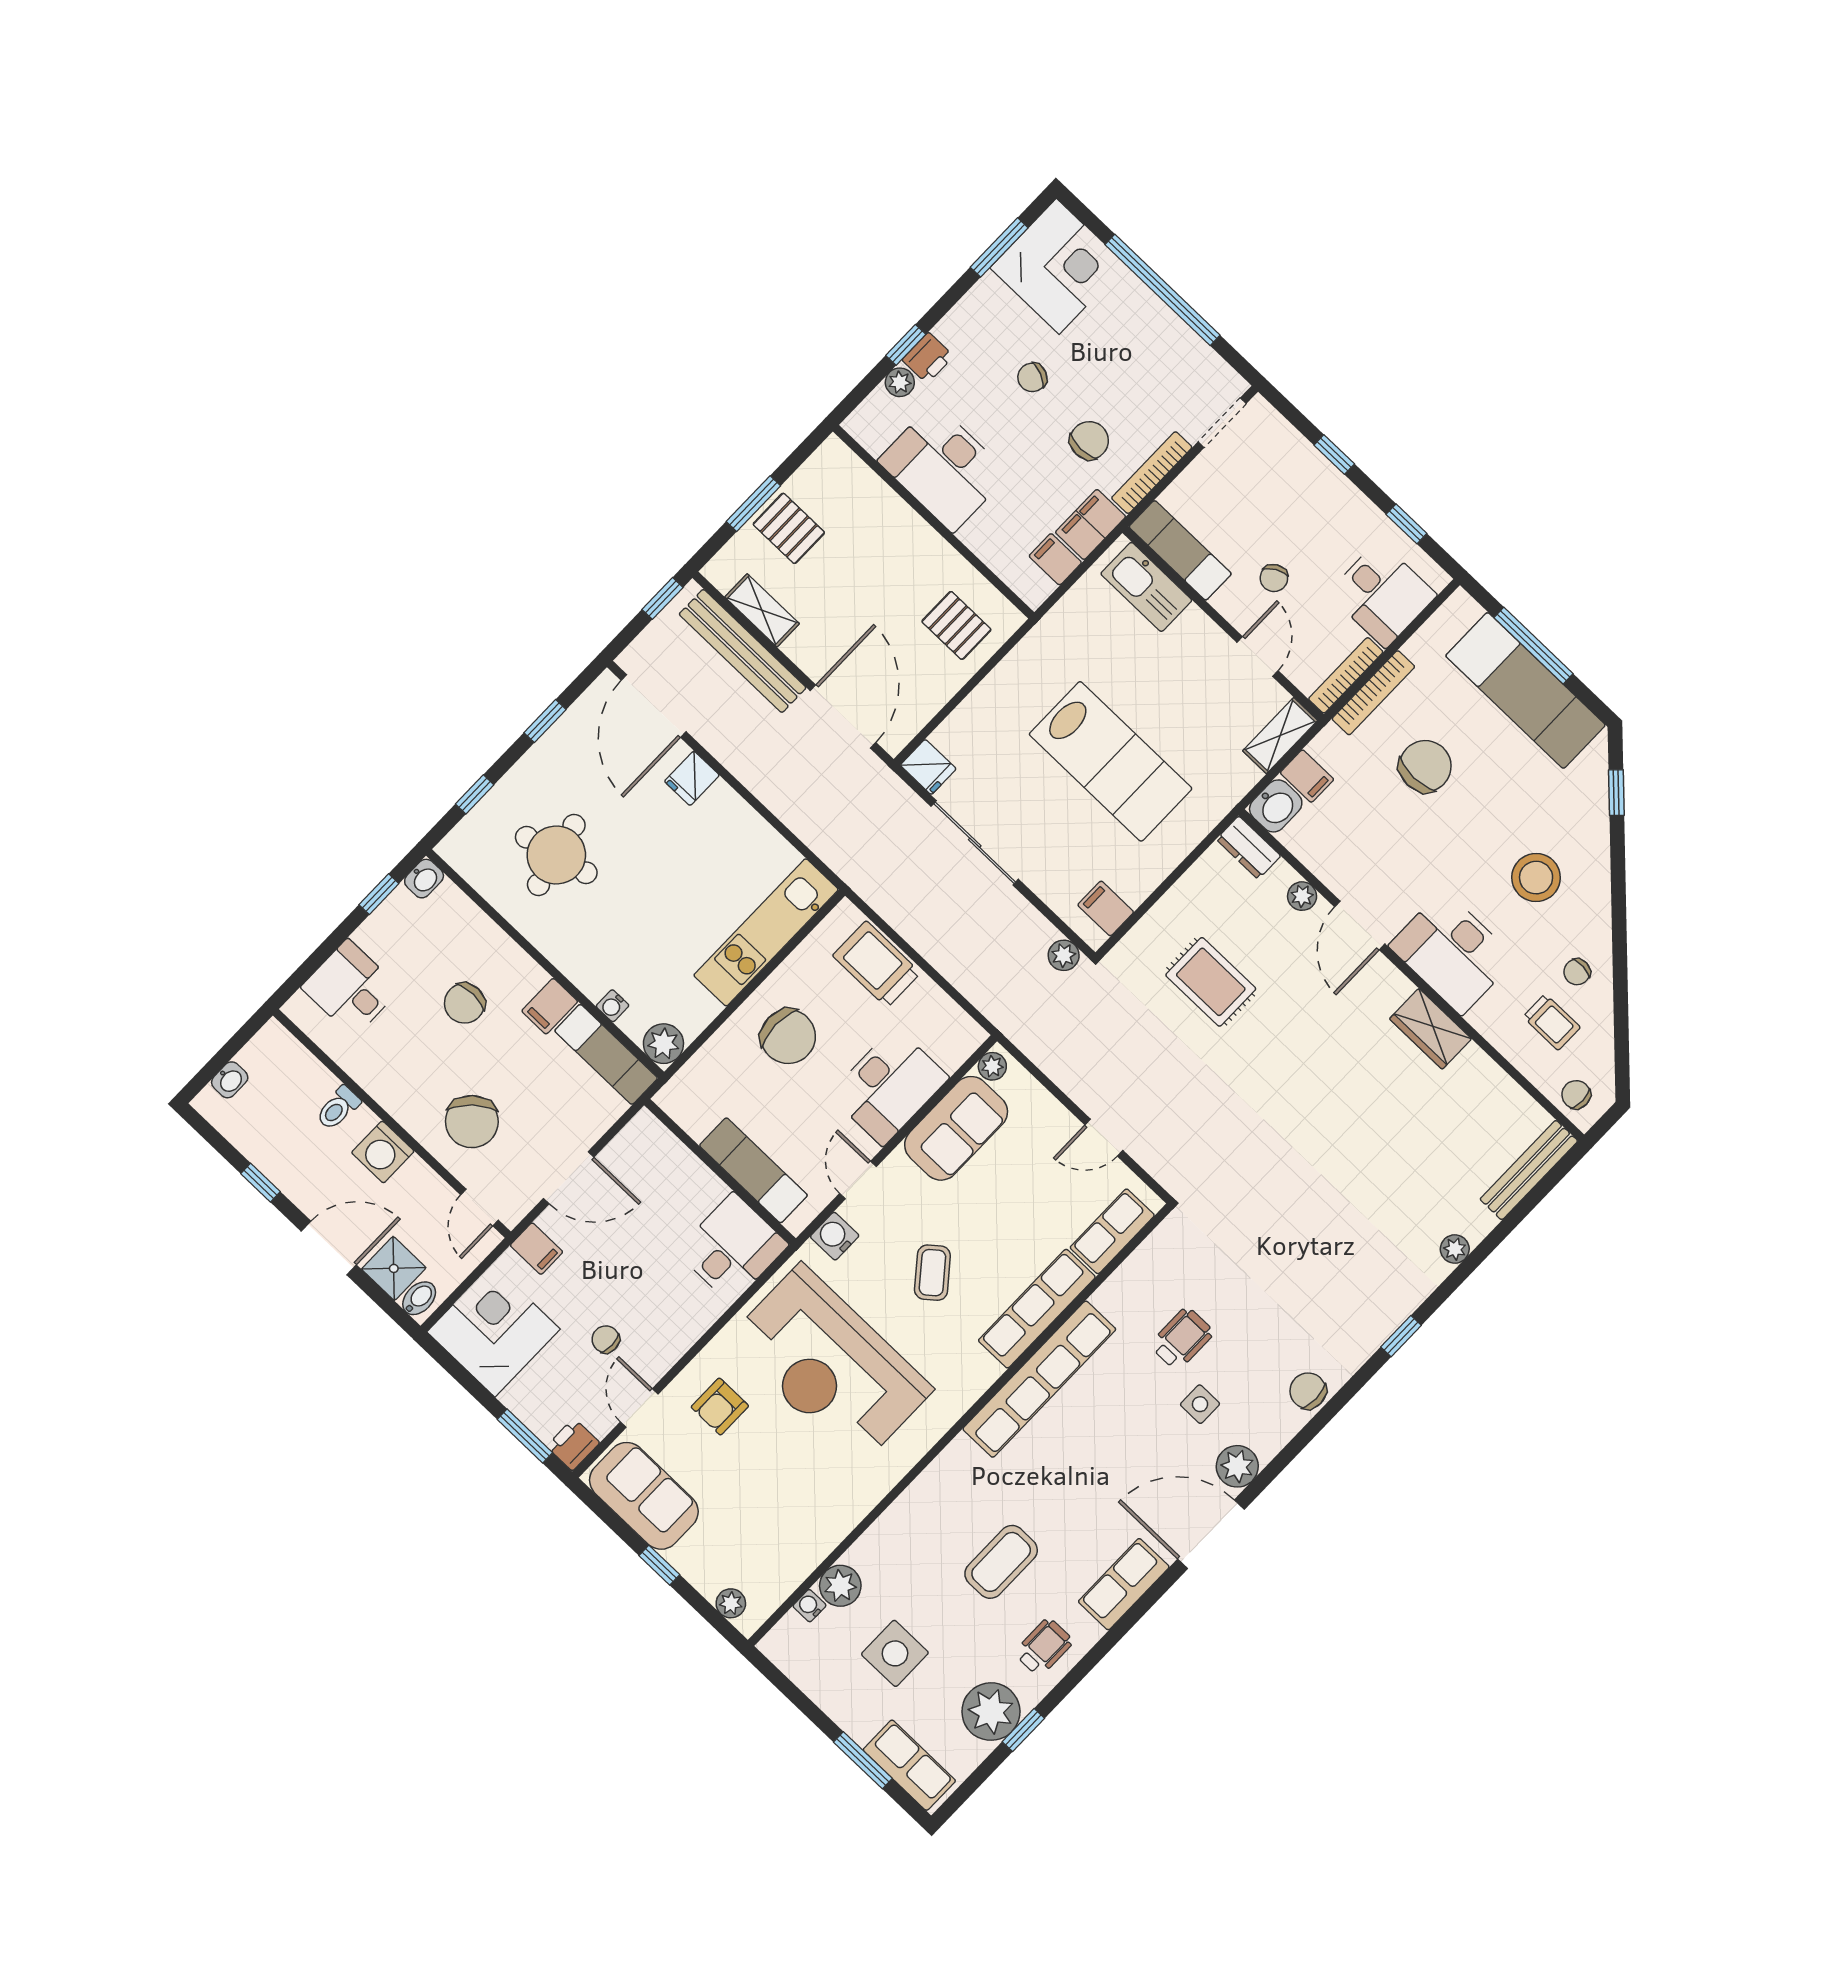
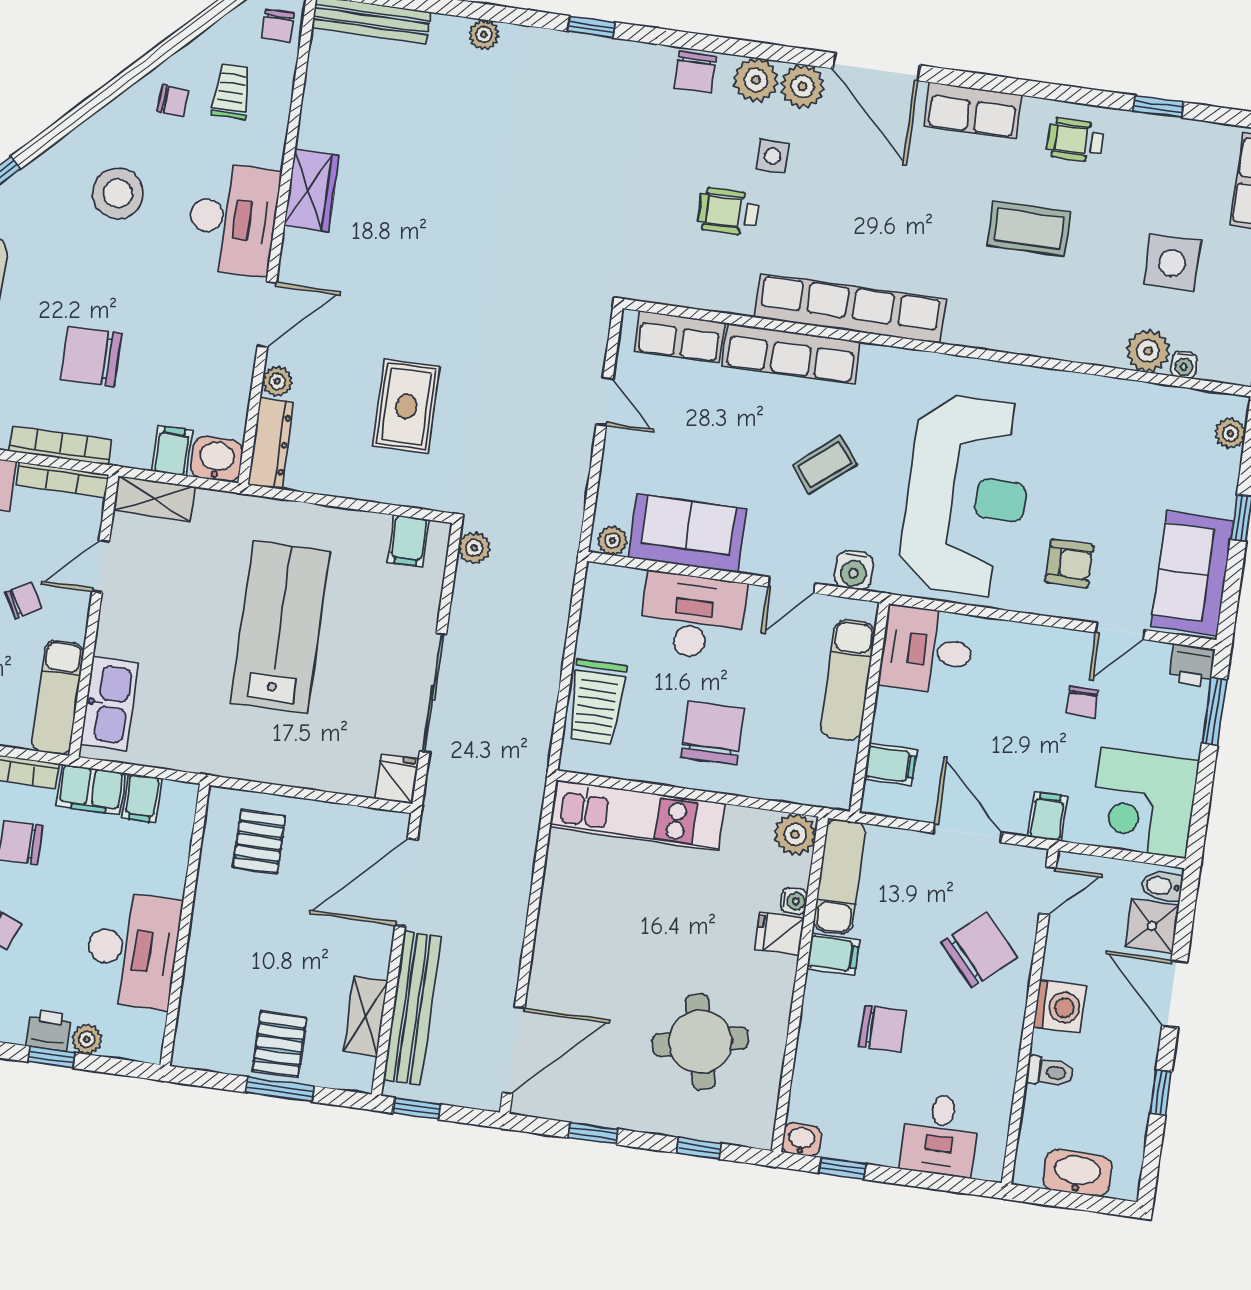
fridge: (692, 778) -> (779, 934), moved, turned 180
dresser: (1248, 848) -> (271, 443), width x1.44
washbasin: (230, 1080) -> (1077, 1173), width x1.91, depth x1.45
filing cabinet: (664, 1156) -> (891, 764), added
plant: (991, 1712) -> (756, 80), moved, width x0.73, depth x0.73

